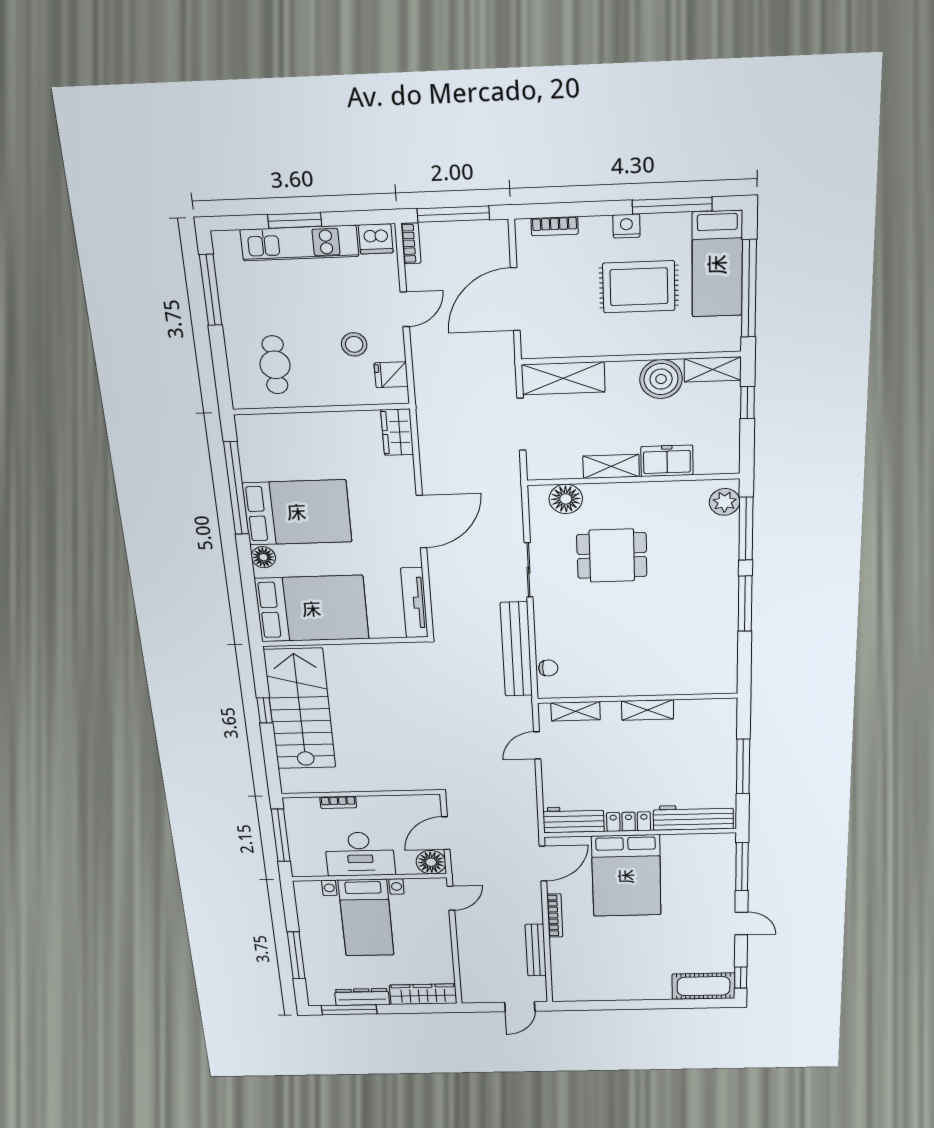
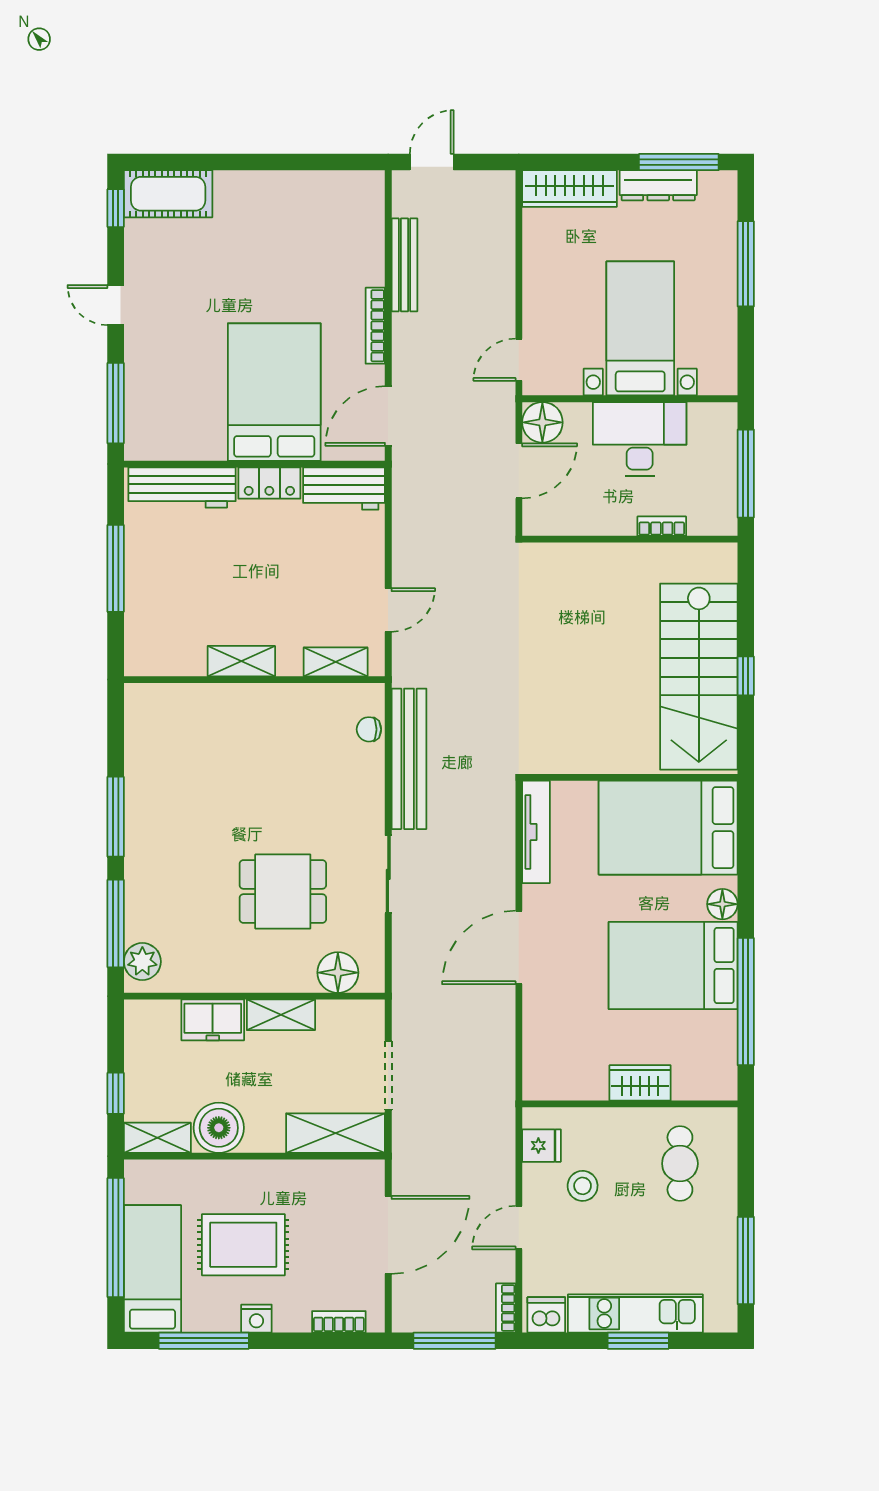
wardrobe: (397, 432) -> (640, 1083), moved, turned -90

